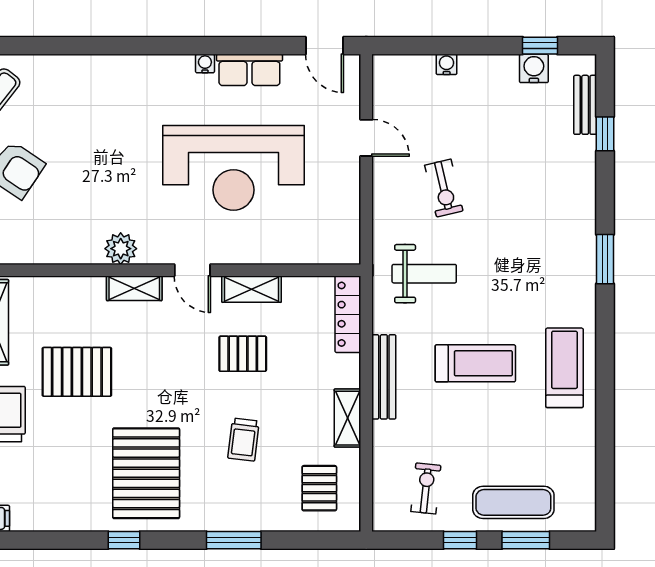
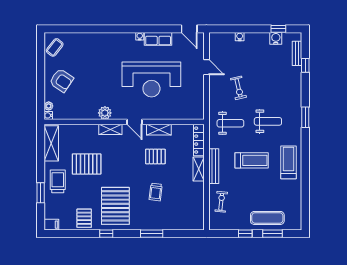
weight bench: (515, 269) -> (268, 121), added
shelving: (347, 418) -> (199, 169), moved
pallet: (319, 488) -> (84, 218), moved
exercise bike: (426, 488) -> (221, 202), moved

